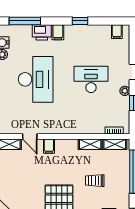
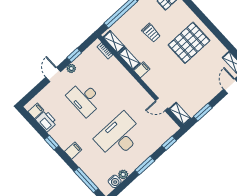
printer: (42, 32) -> (46, 121), moved
door: (30, 137) -> (162, 104), swing flipped
filing cabinet: (49, 146) -> (142, 70), moved

